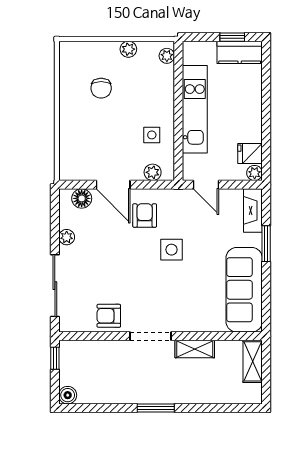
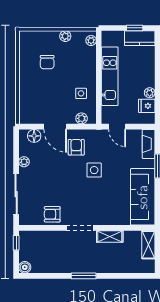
plant: (255, 173) -> (150, 93), moved

